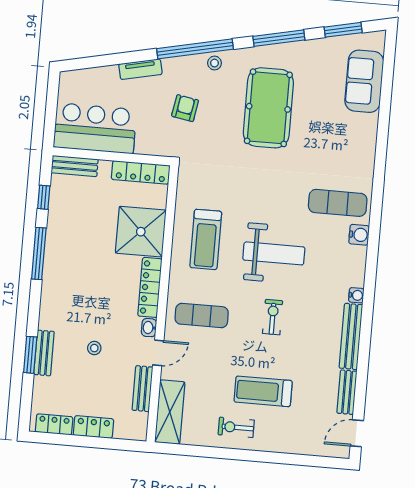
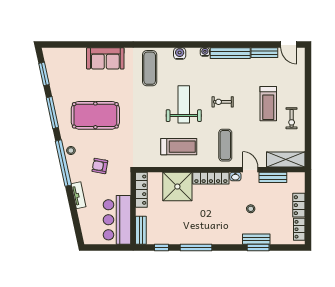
sofa: (364, 81) -> (105, 58), moved
water cooler: (359, 235) -> (180, 54), moved

